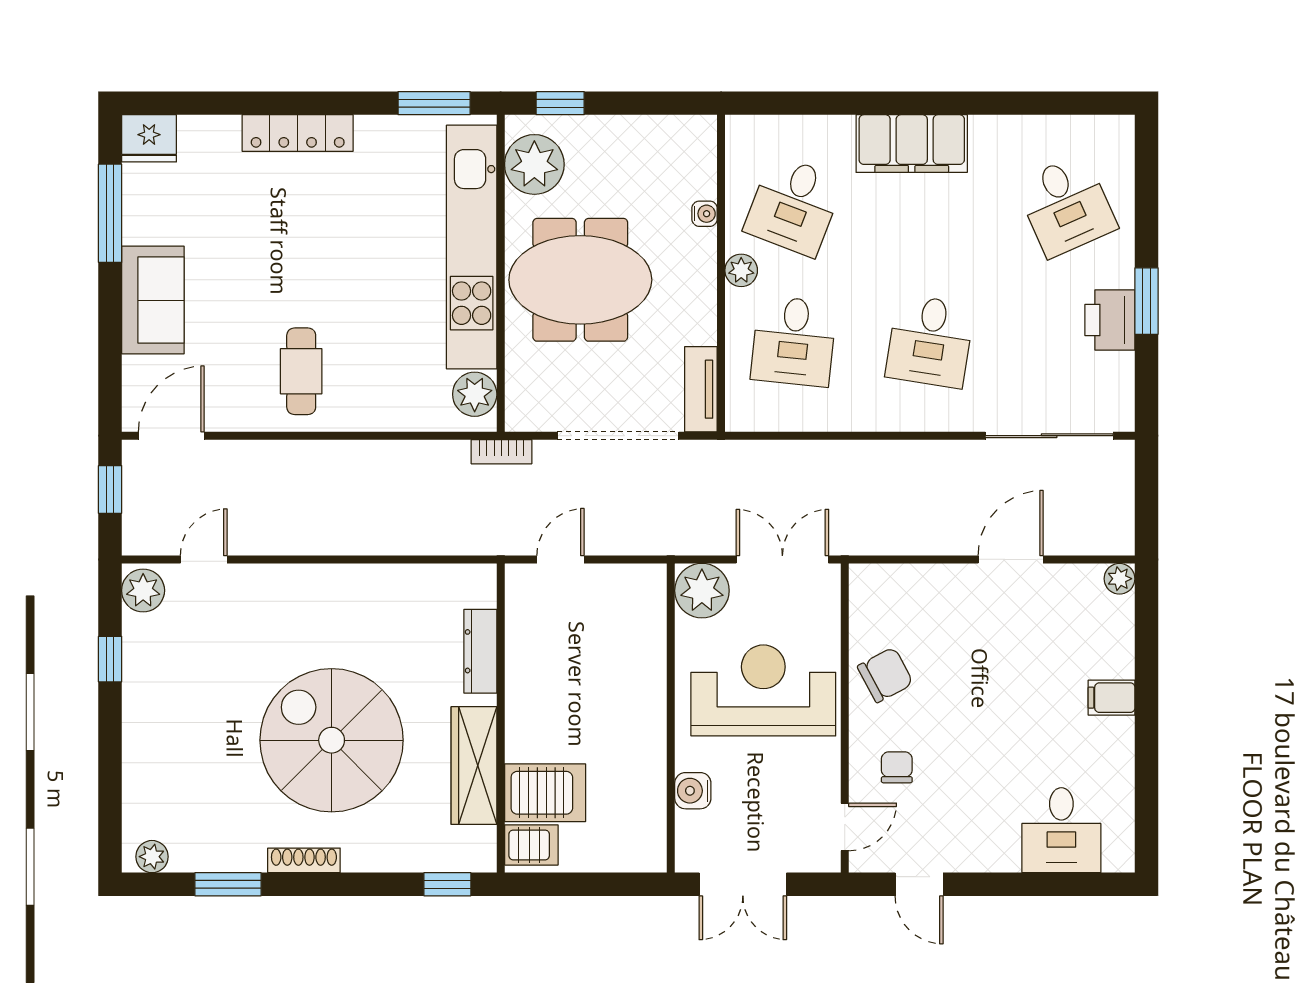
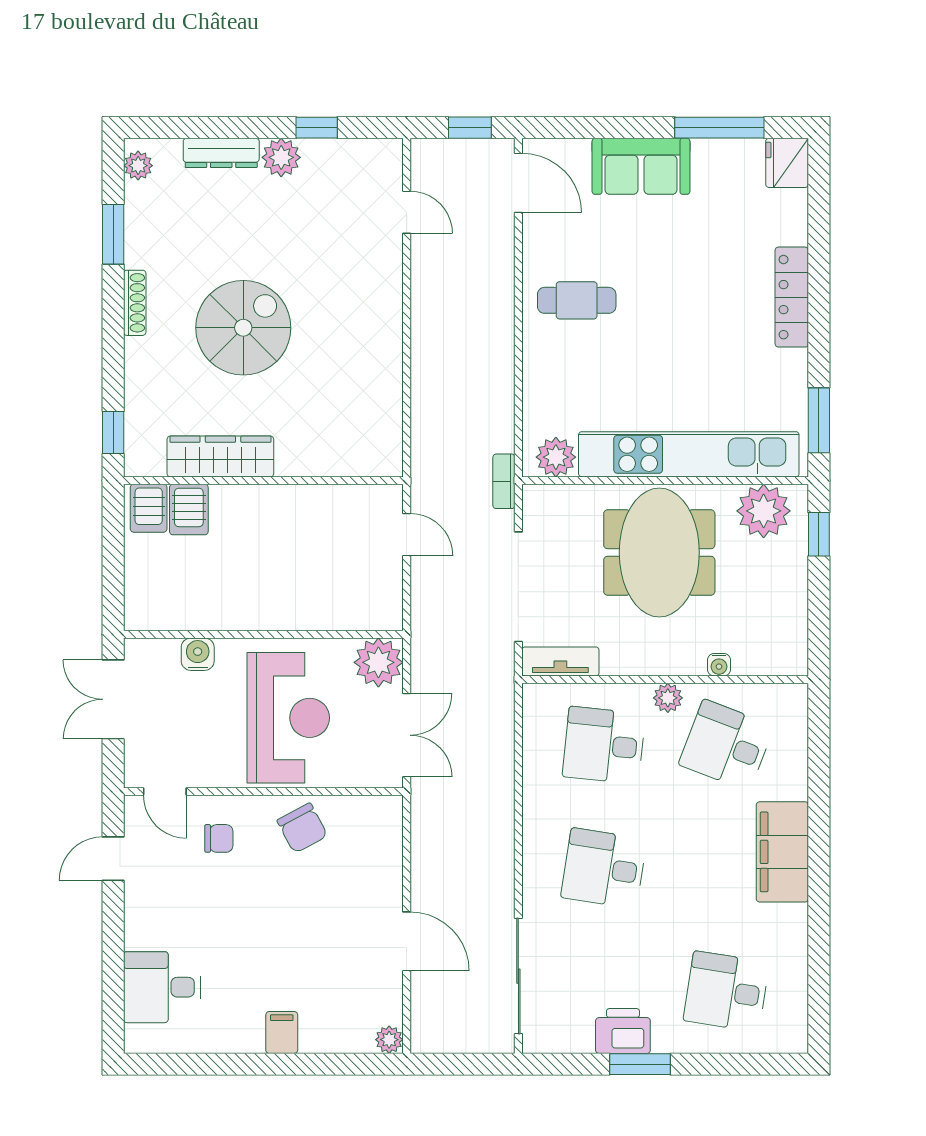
desk: (1066, 206) -> (726, 991), turned 33
plant: (143, 590) -> (281, 157), moved
dresser: (480, 651) -> (221, 153), moved, turned 180
spiral stairs: (332, 740) -> (243, 328), width x0.73, depth x0.73
server rack: (545, 793) -> (189, 509), width x0.73, depth x0.70

